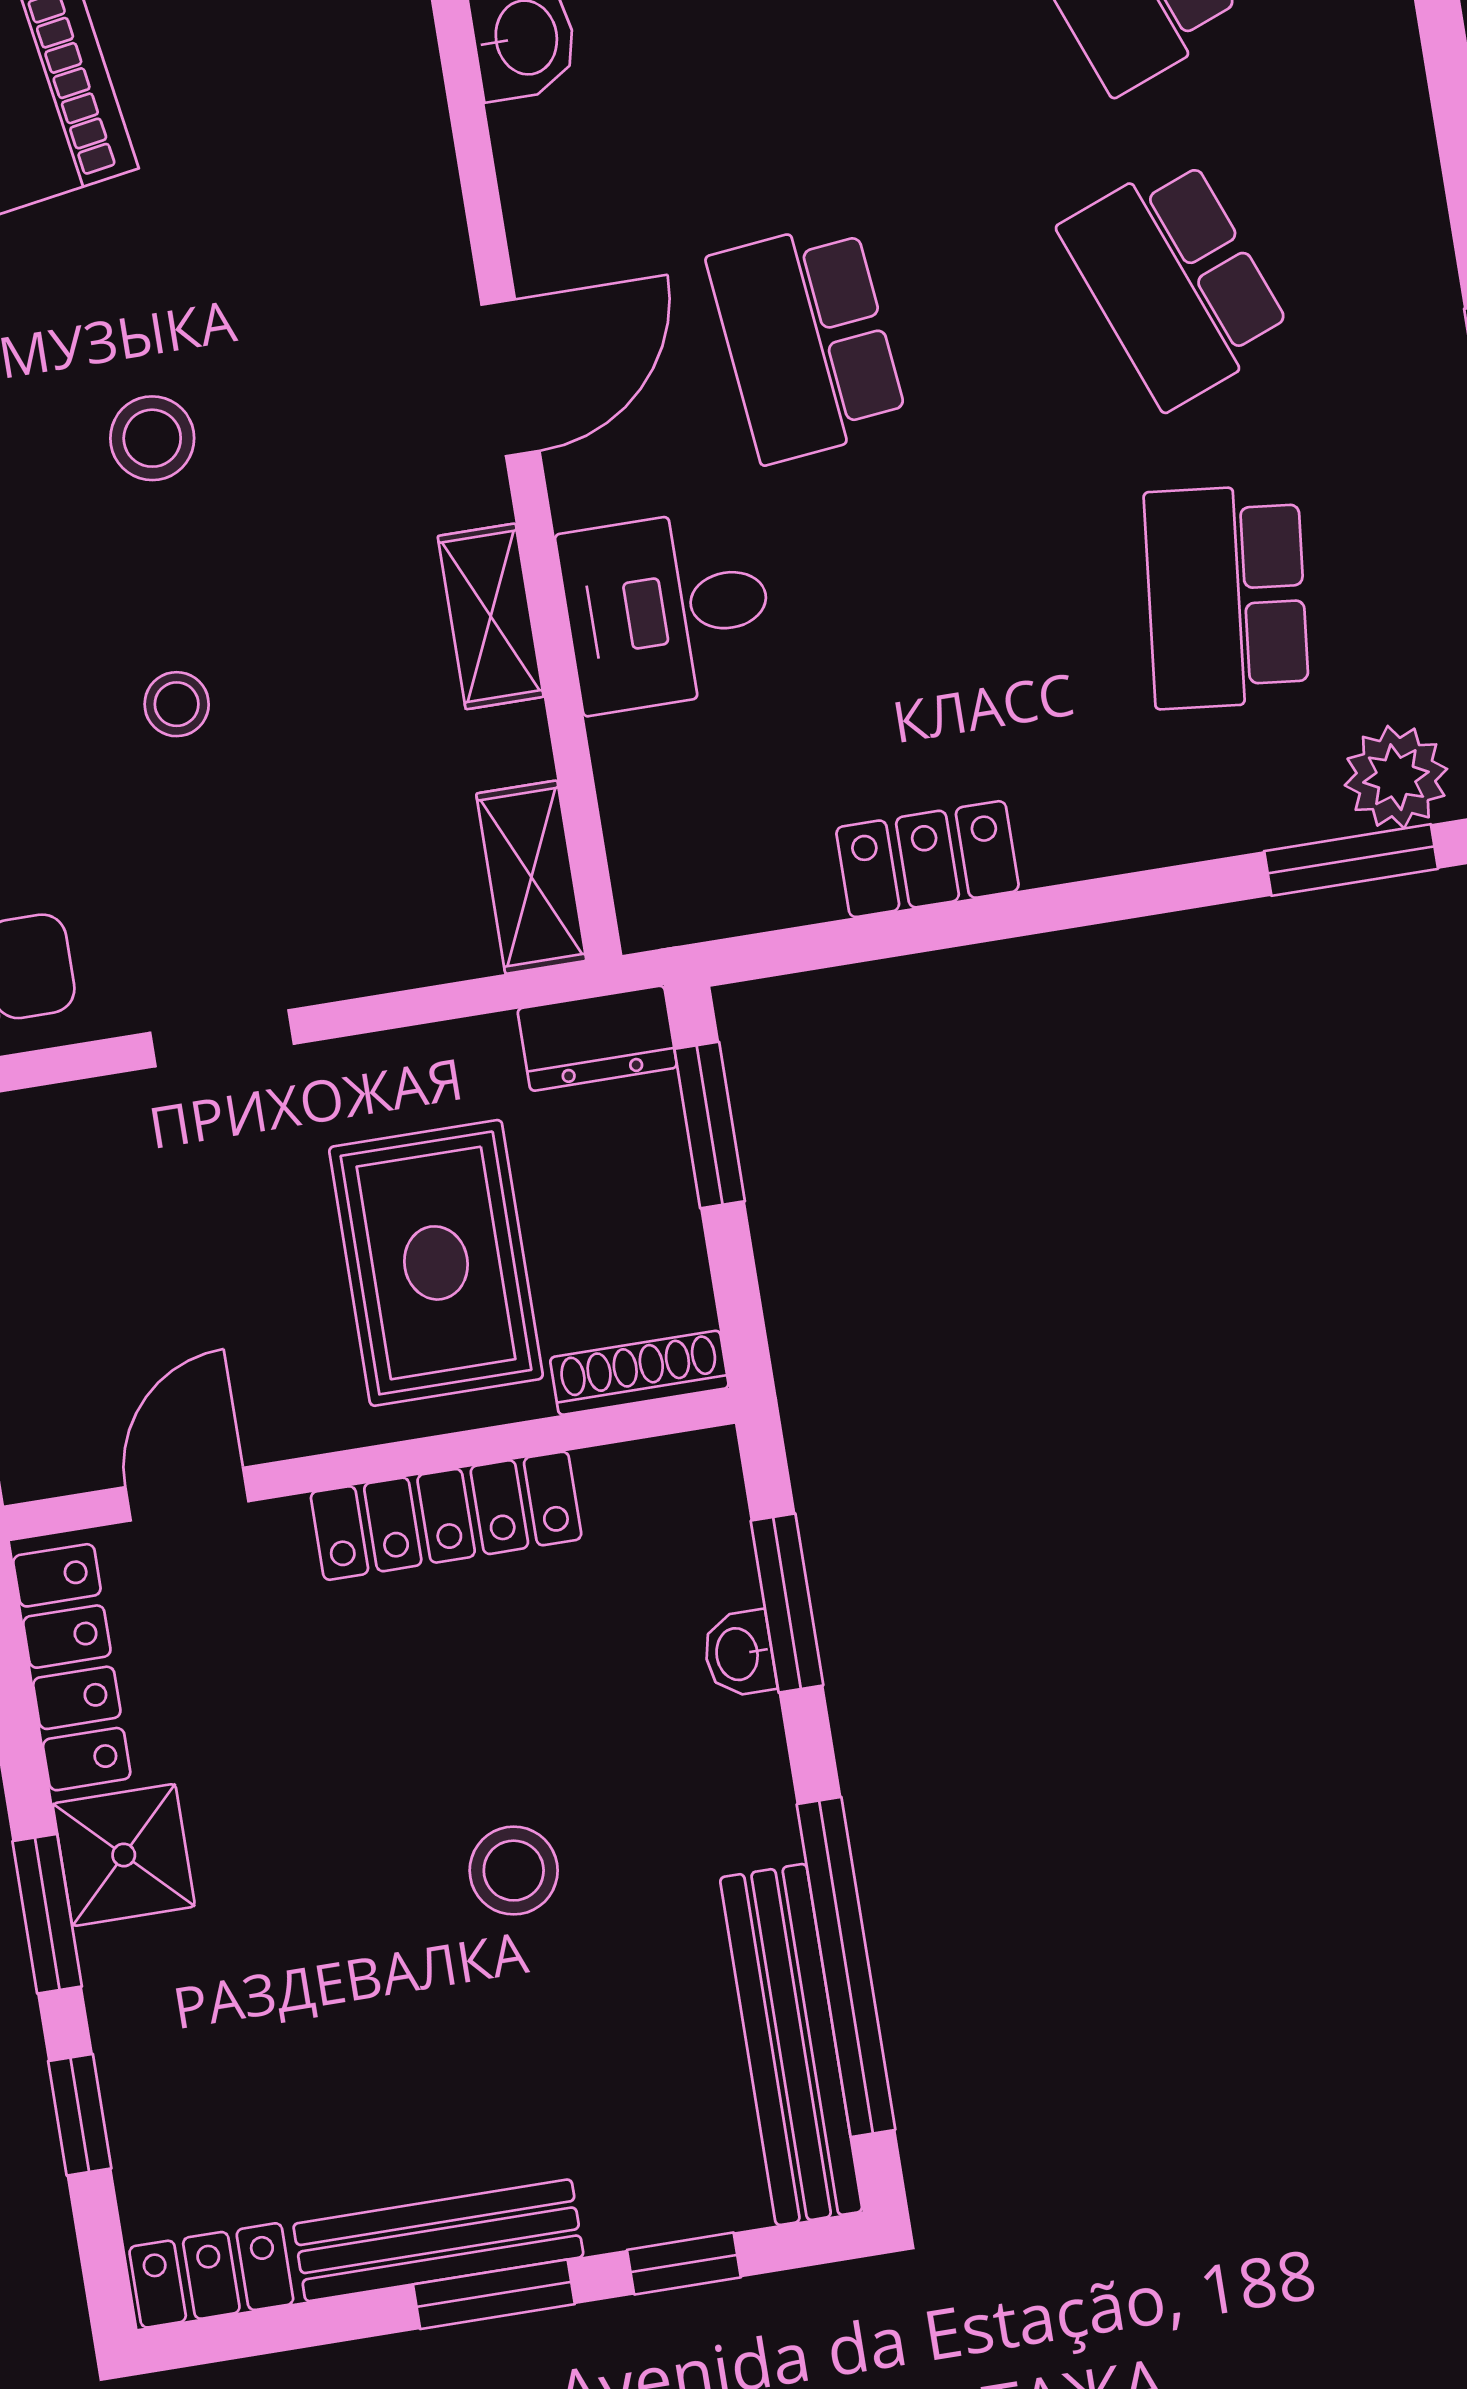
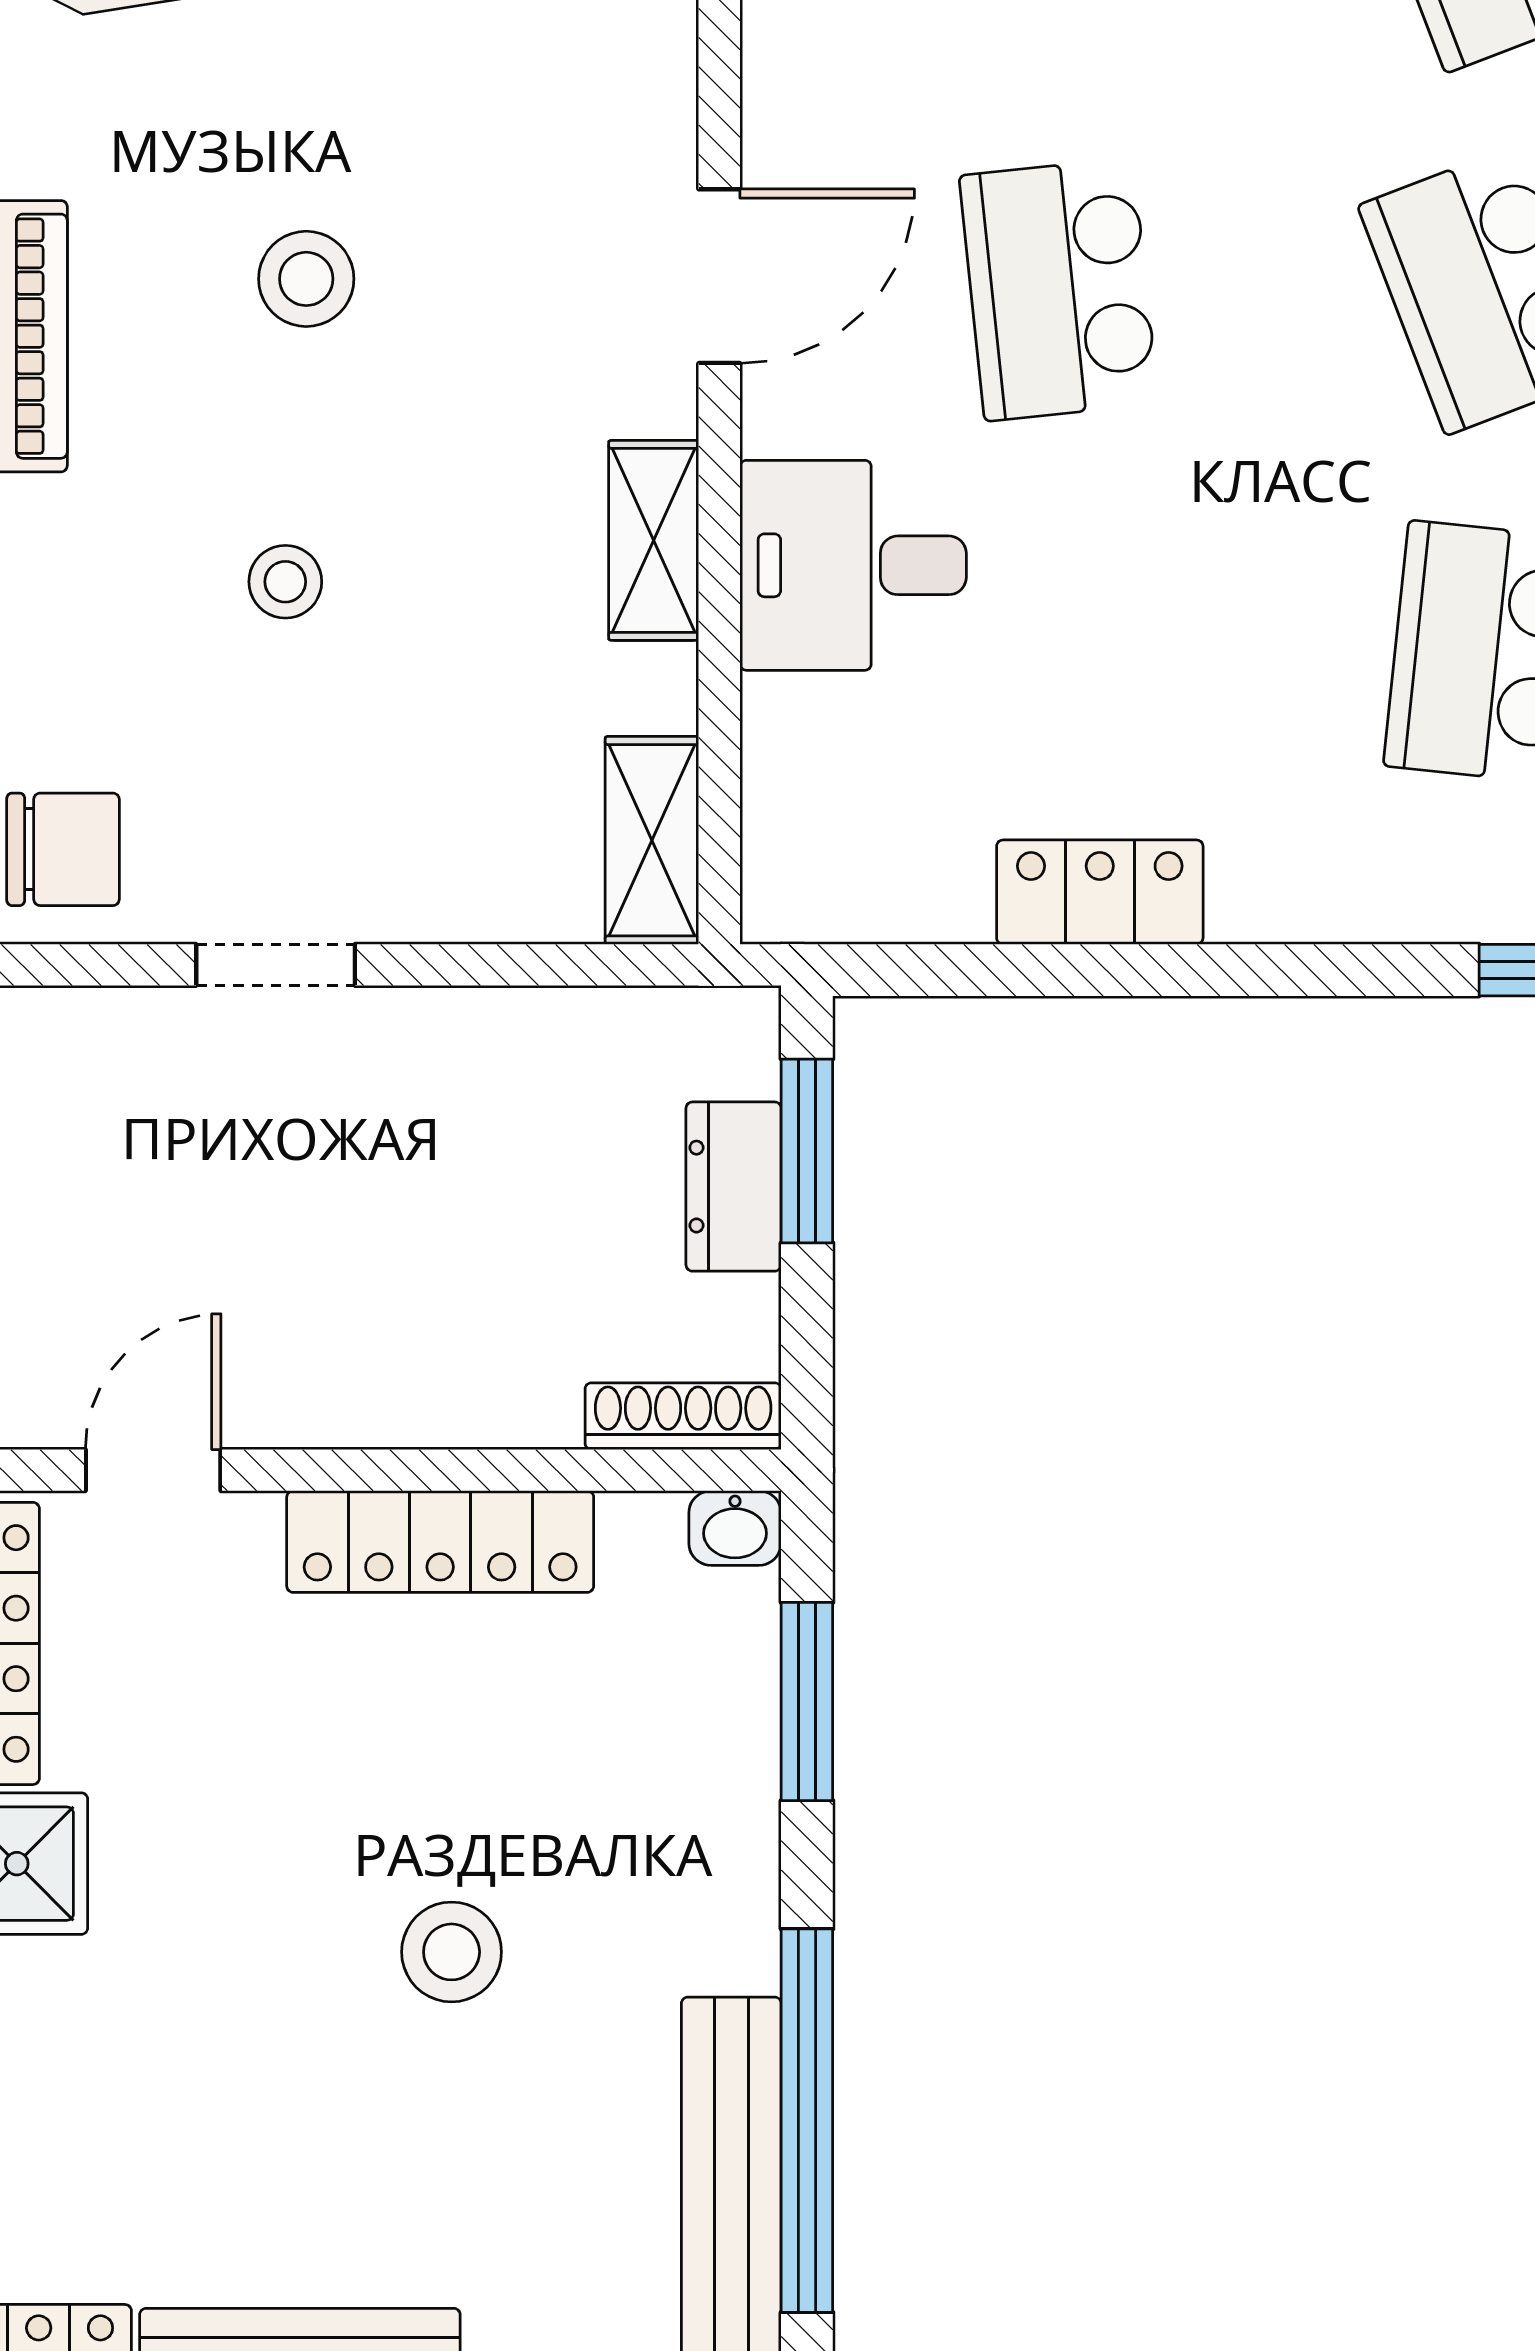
dresser: (597, 1038) -> (734, 1187), moved, turned 90
rug: (436, 1263) -> (475, 1256), removed
washbasin: (739, 1654) -> (735, 1528), moved, turned -90

